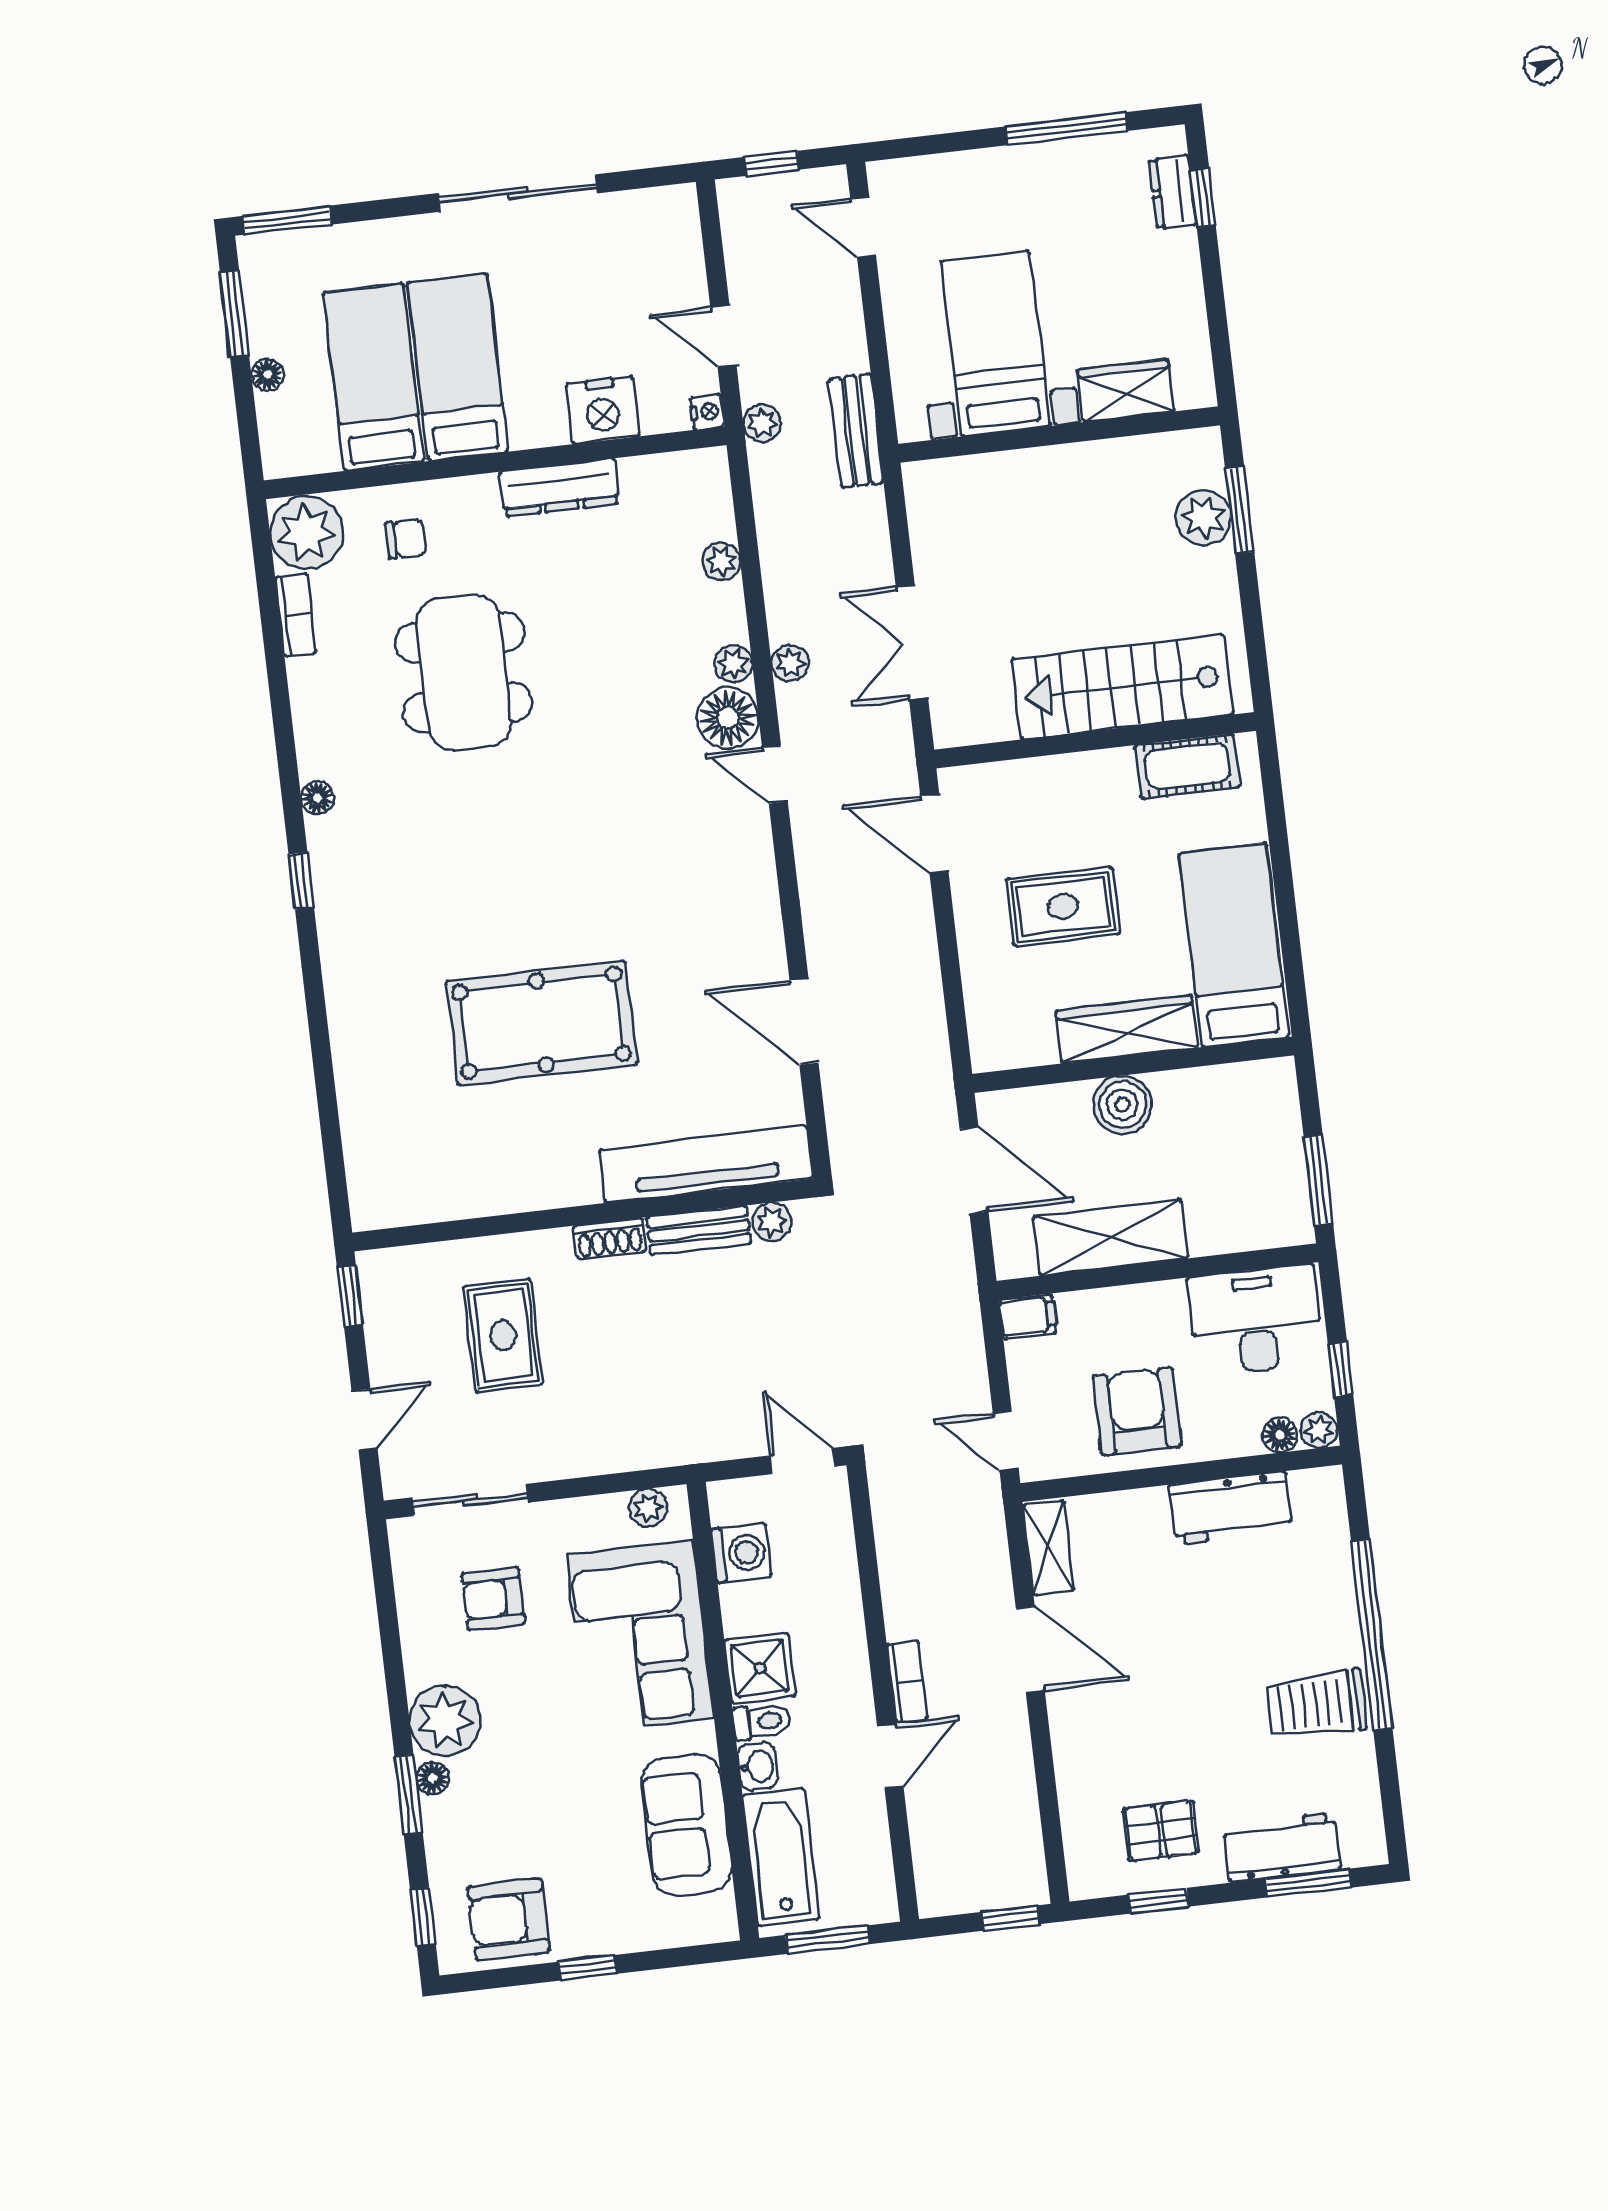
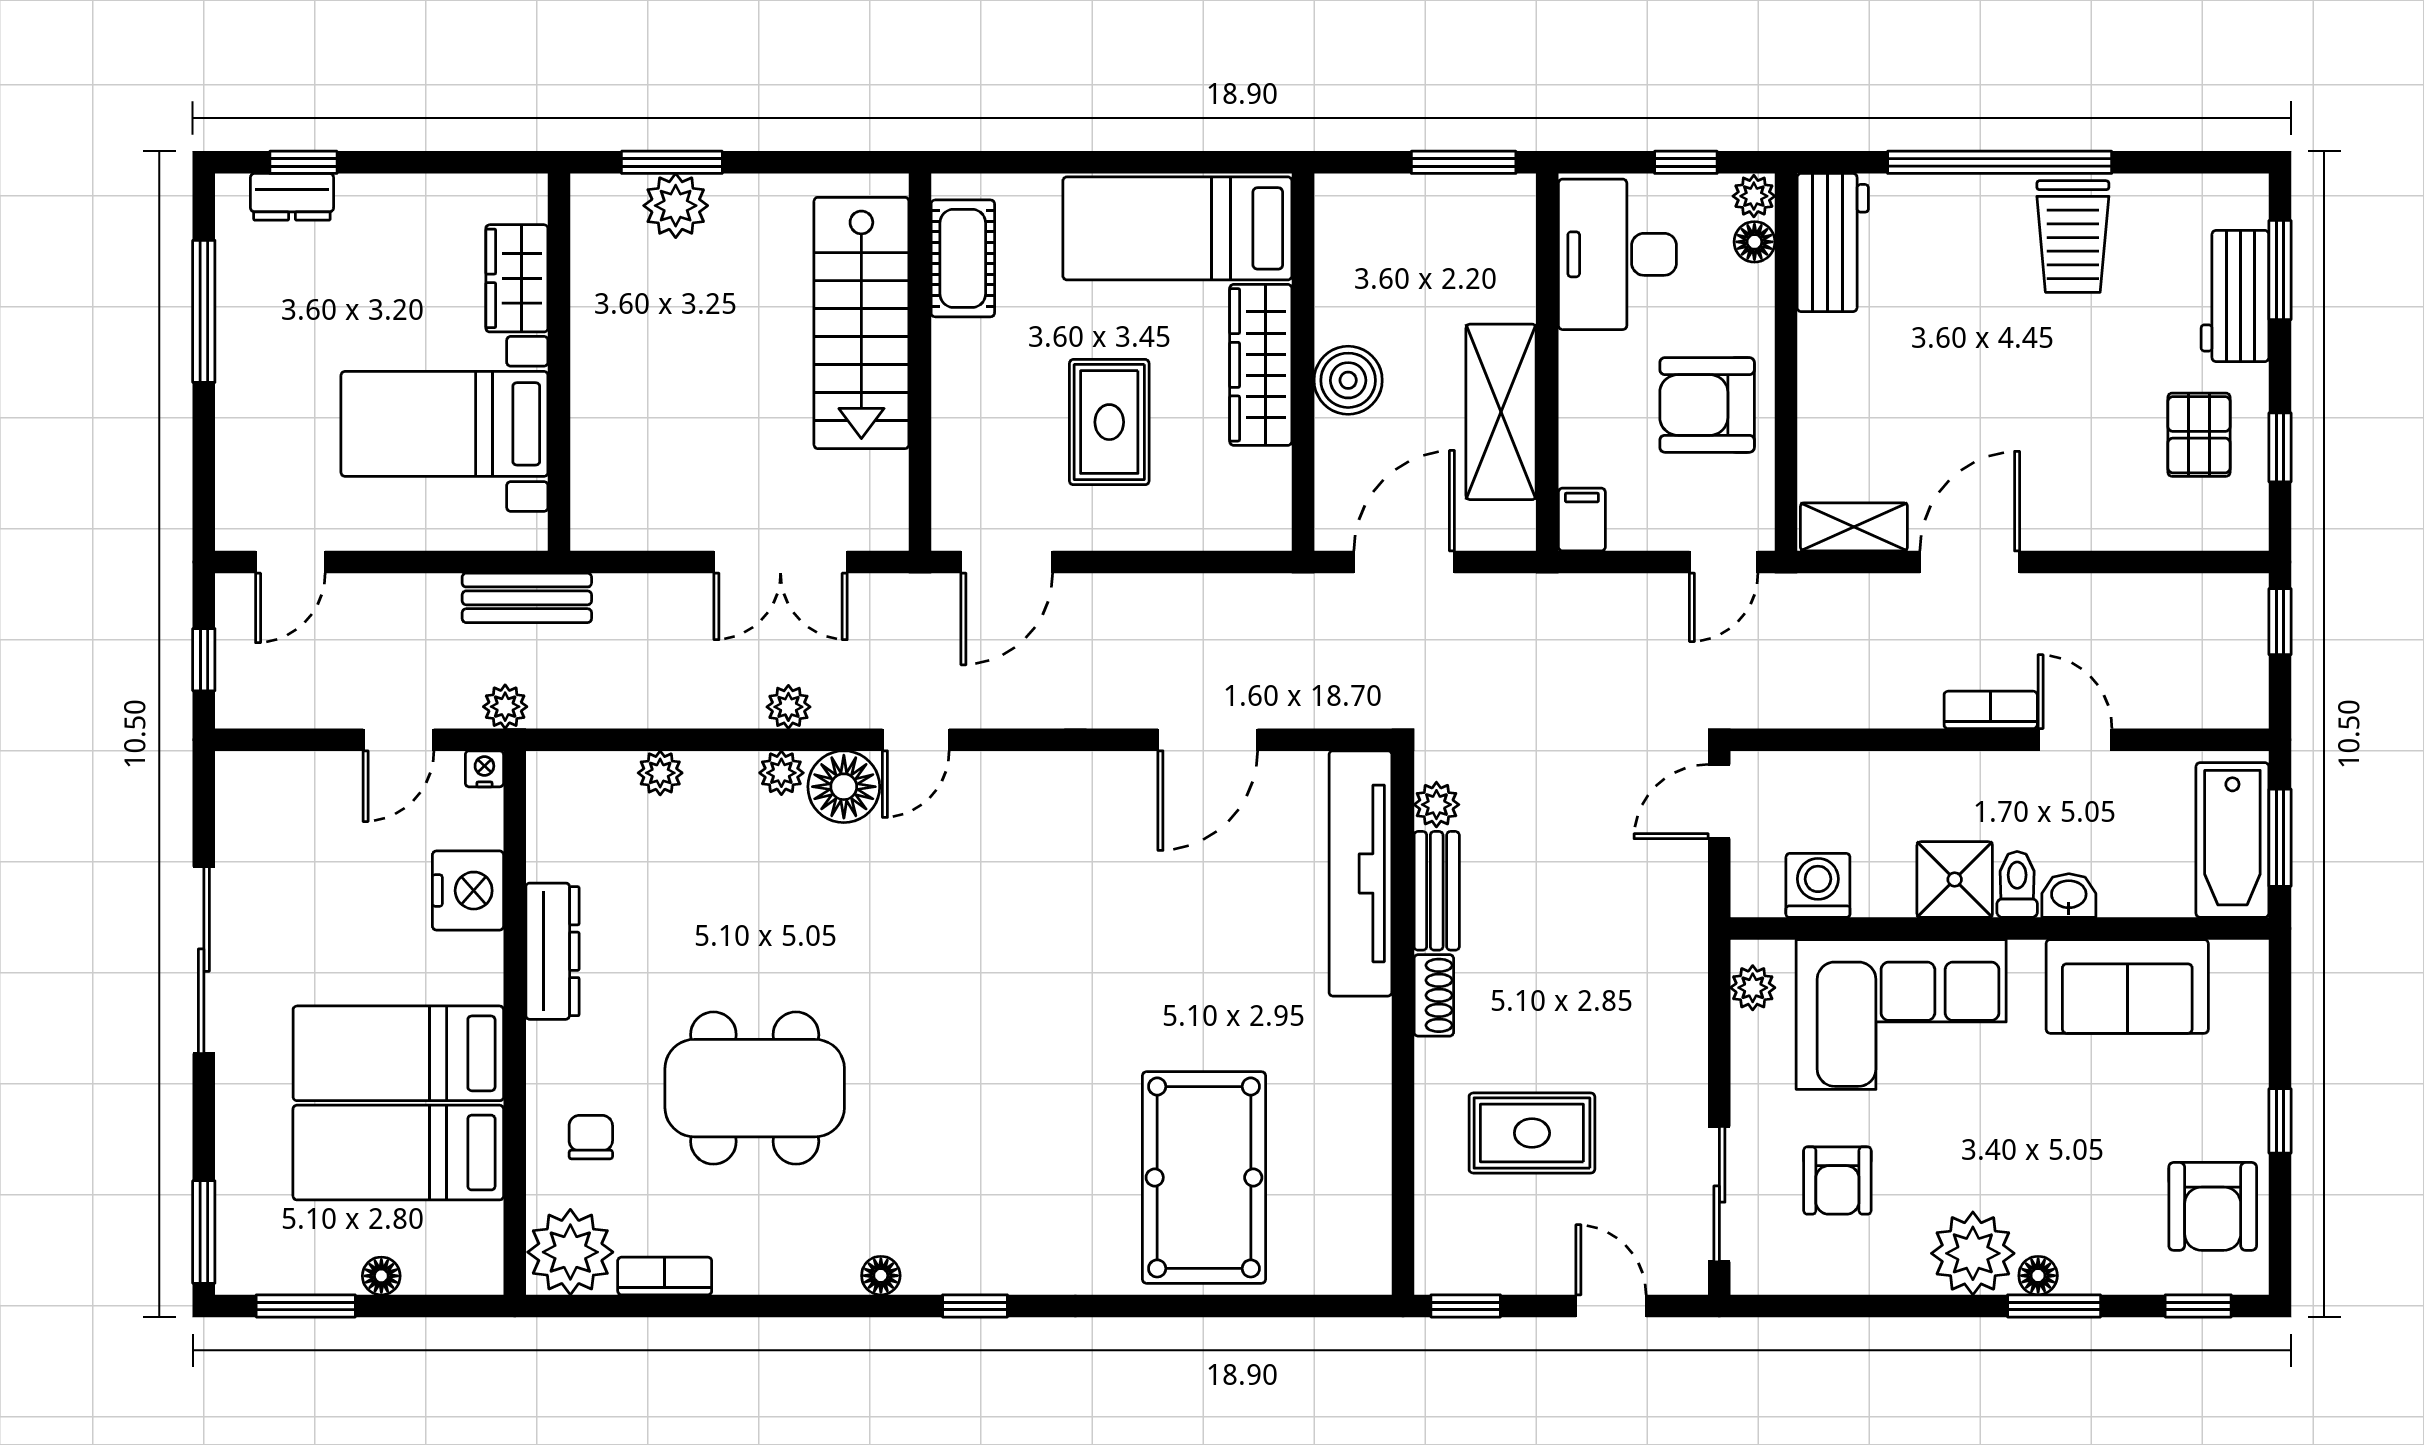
pool table: (541, 1023) -> (1204, 1177), moved
workbench: (1231, 1508) -> (1833, 243), moved
bathtub: (781, 1857) -> (2232, 840), moved, turned -90

